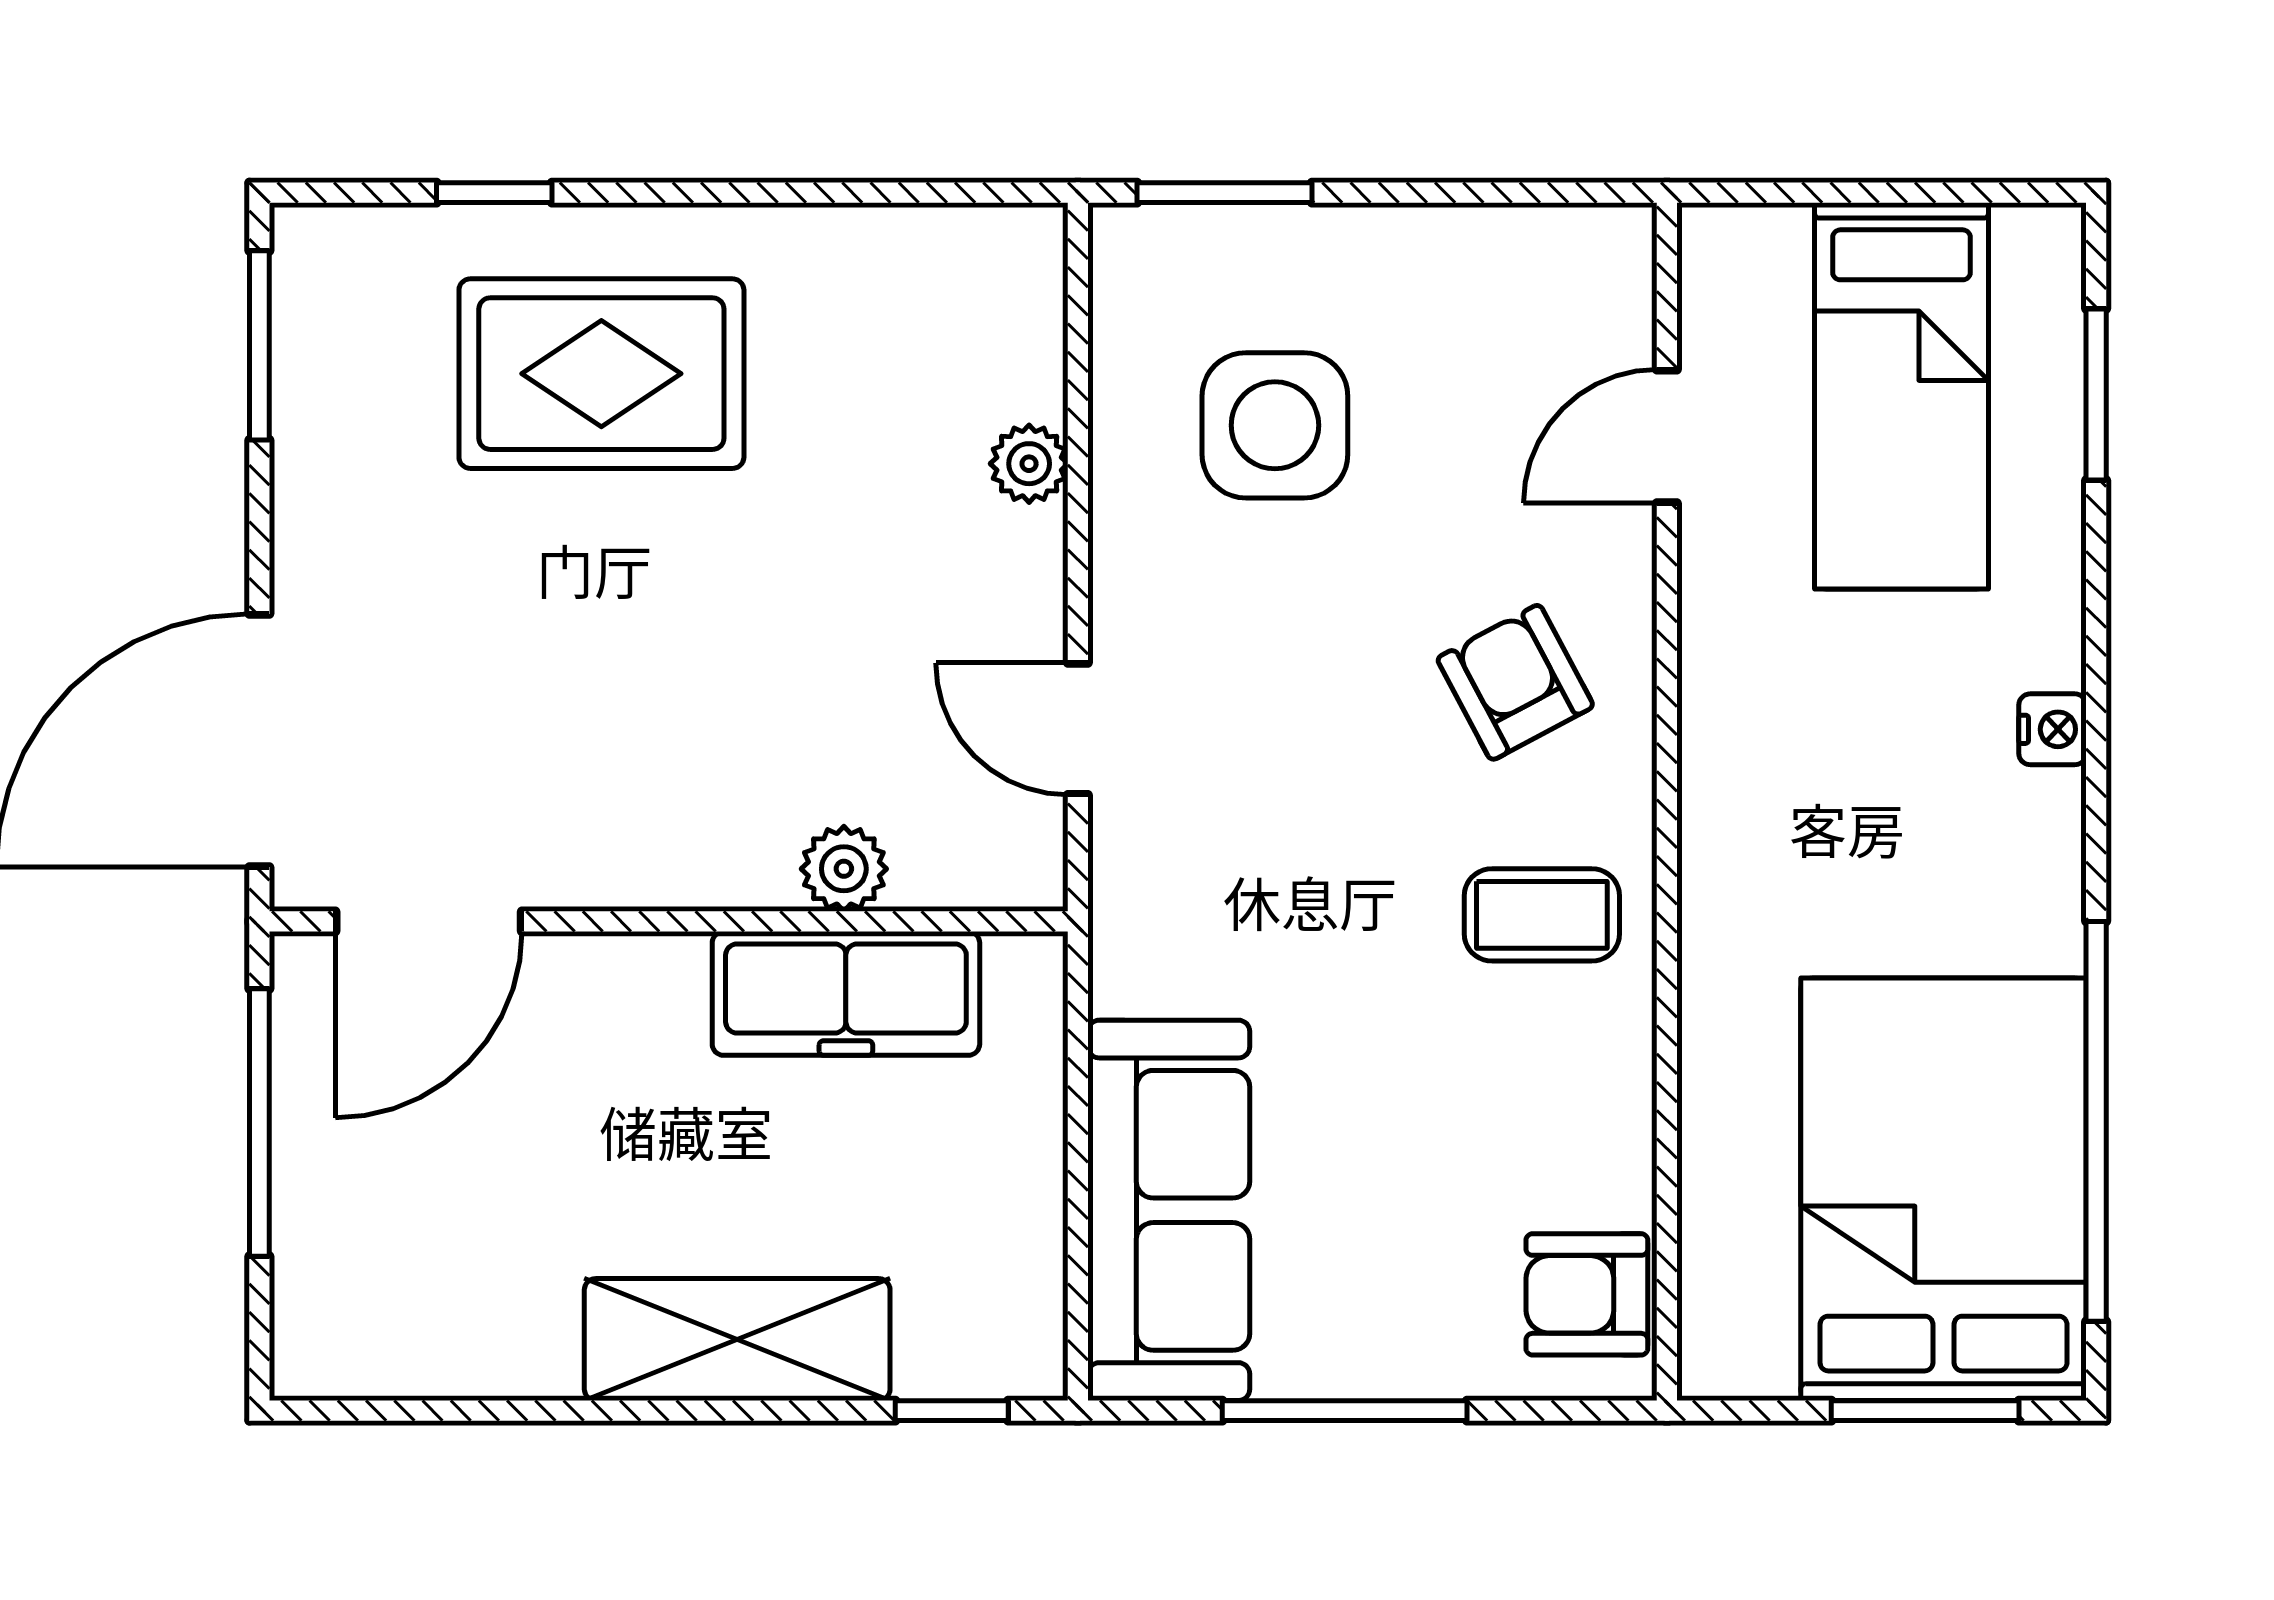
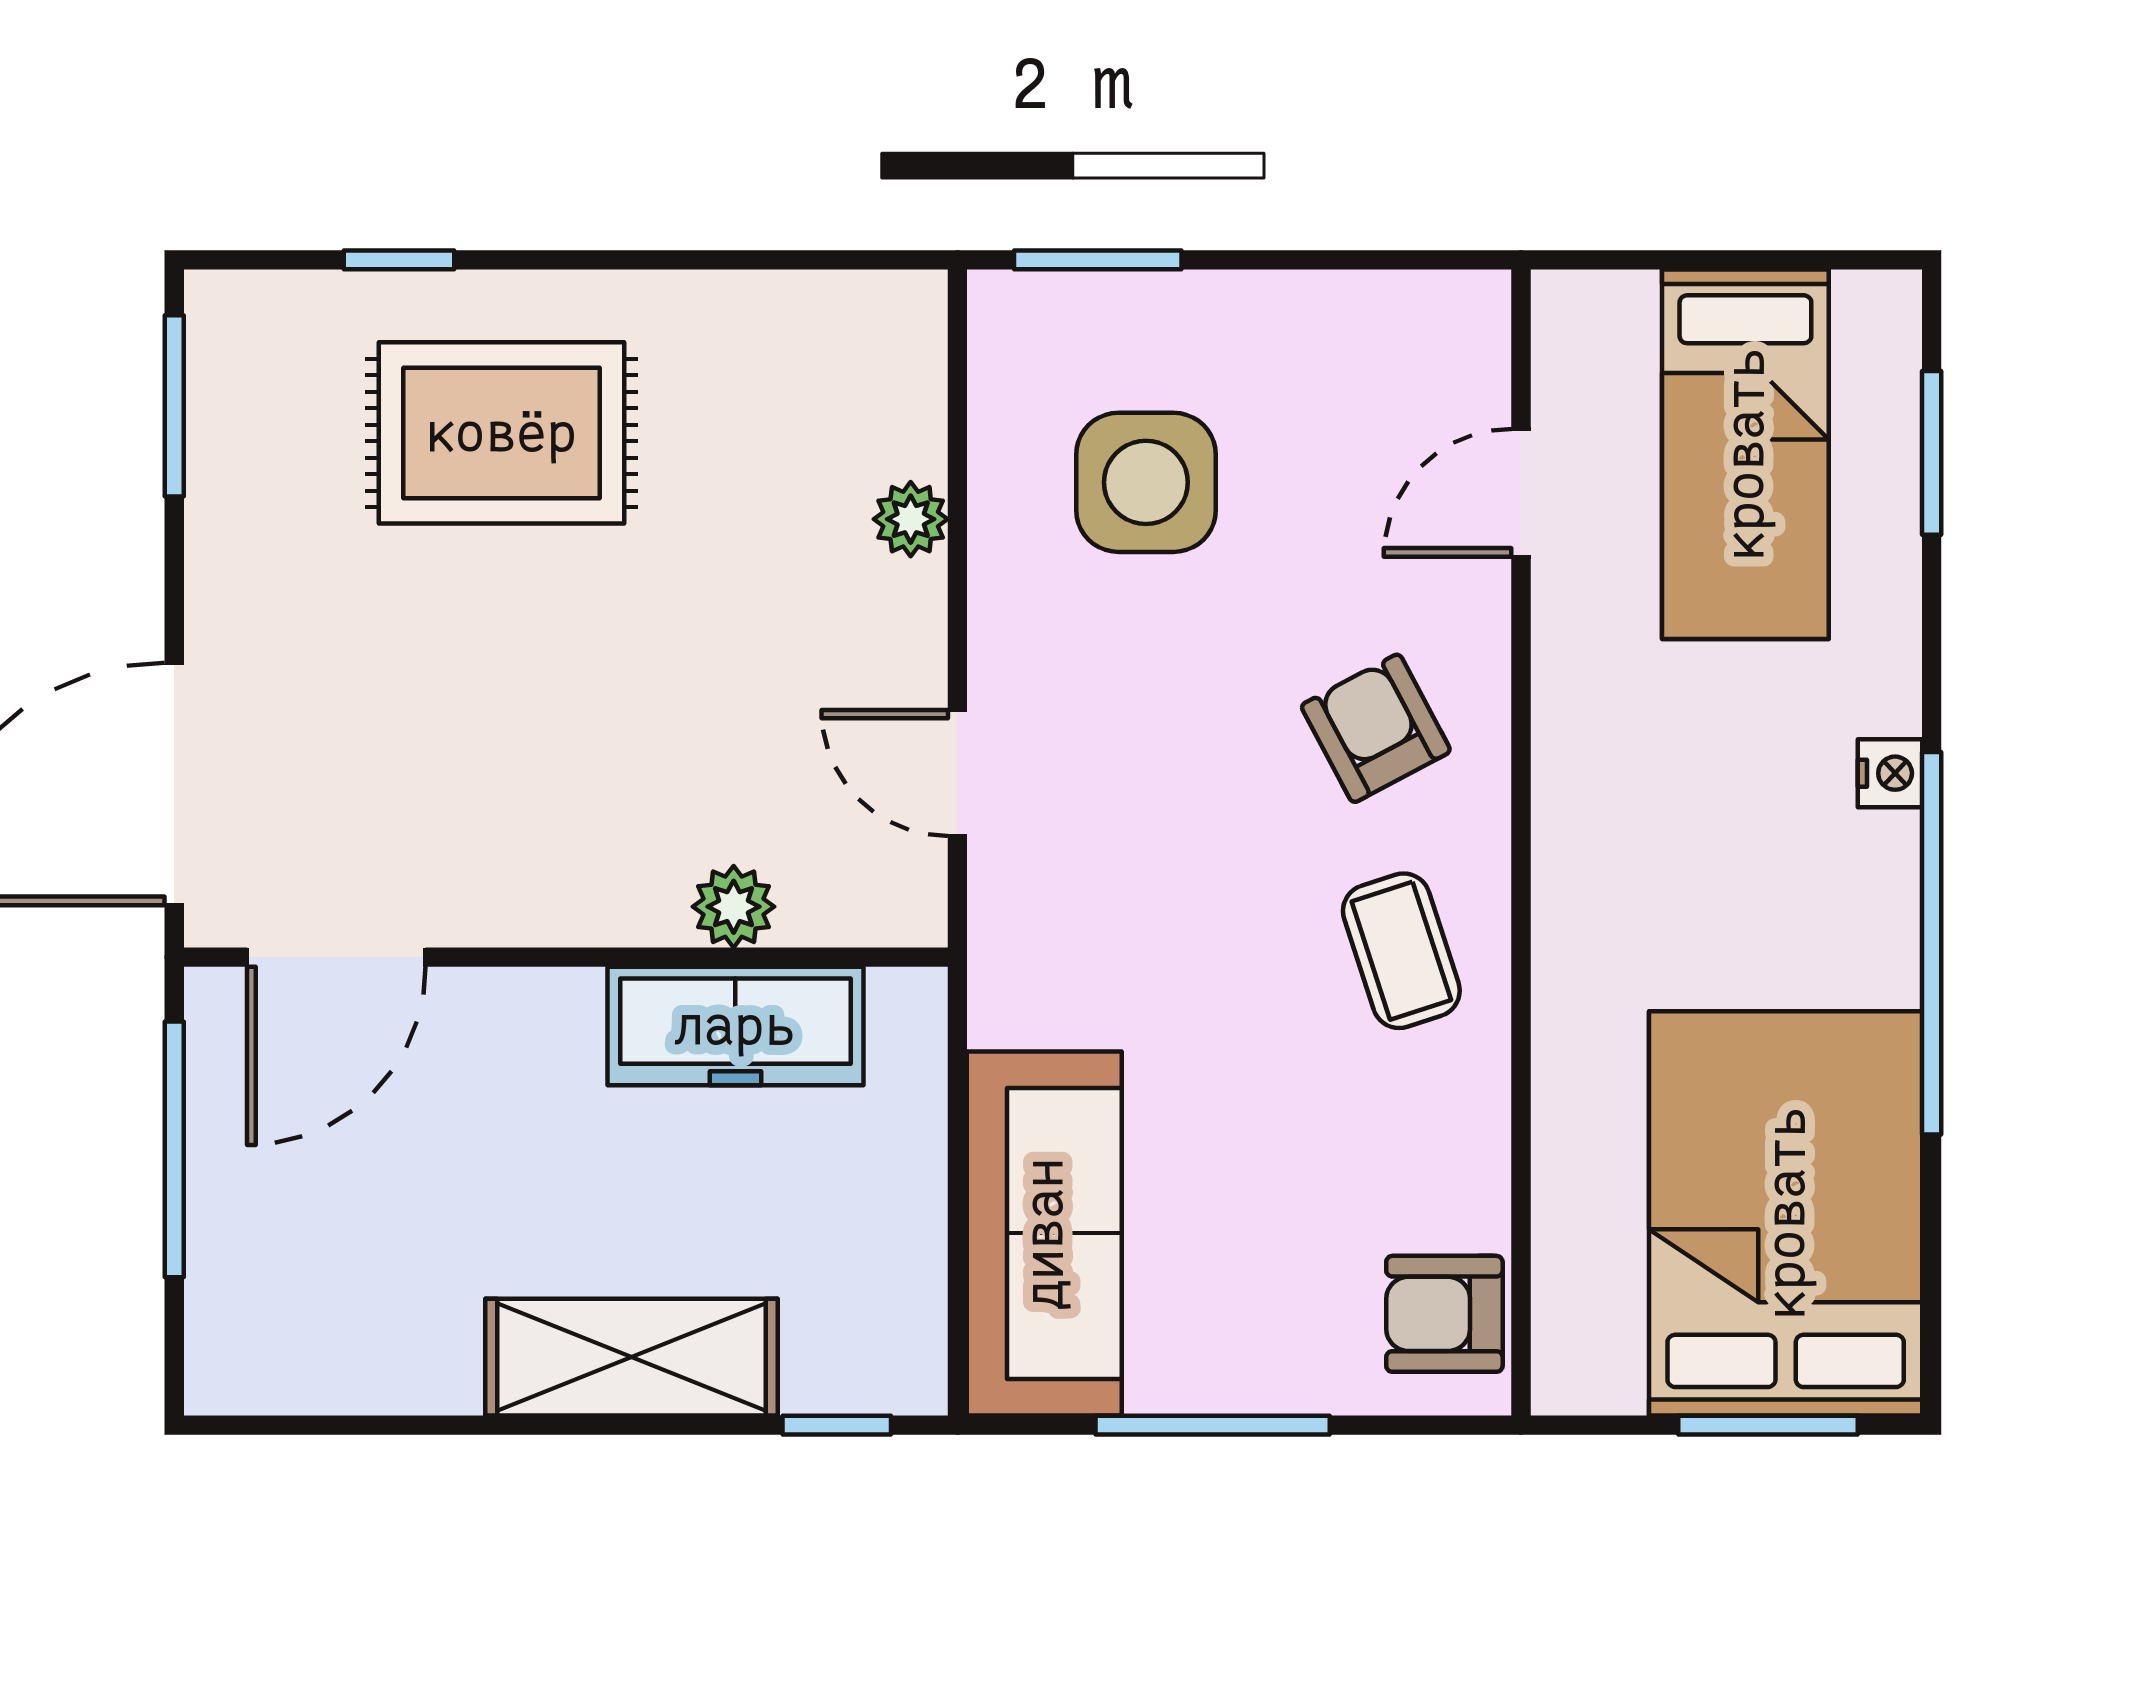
coffee table: (1542, 915) -> (1401, 951), turned 72
window: (2096, 1121) -> (1932, 943), moved

